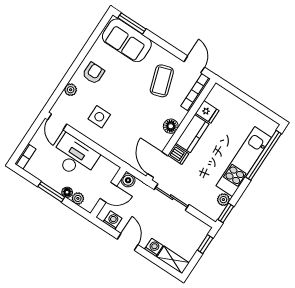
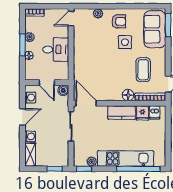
coffee table: (162, 81) -> (143, 70), turned -72
side table: (99, 117) -> (125, 42), moved
floor lamp: (171, 126) -> (128, 95), moved
dishwasher: (178, 155) -> (155, 112), moved
desk: (75, 157) -> (56, 50), width x0.73
door: (158, 165) -> (86, 103), hinge flipped
plant: (78, 198) -> (30, 37), moved

